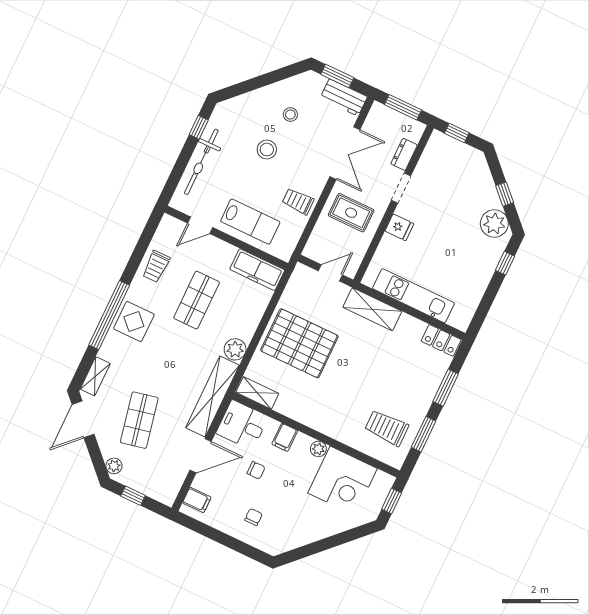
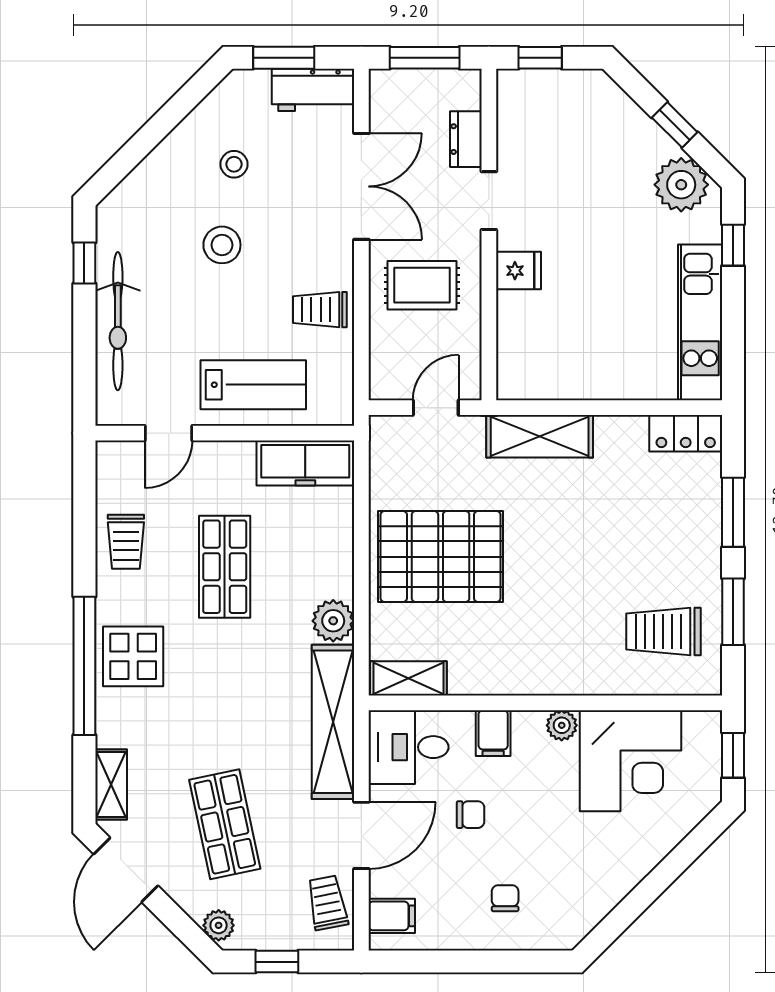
kitchen unit: (414, 296) -> (700, 322), moved, turned -90
trolley: (170, 480) -> (327, 903), added

